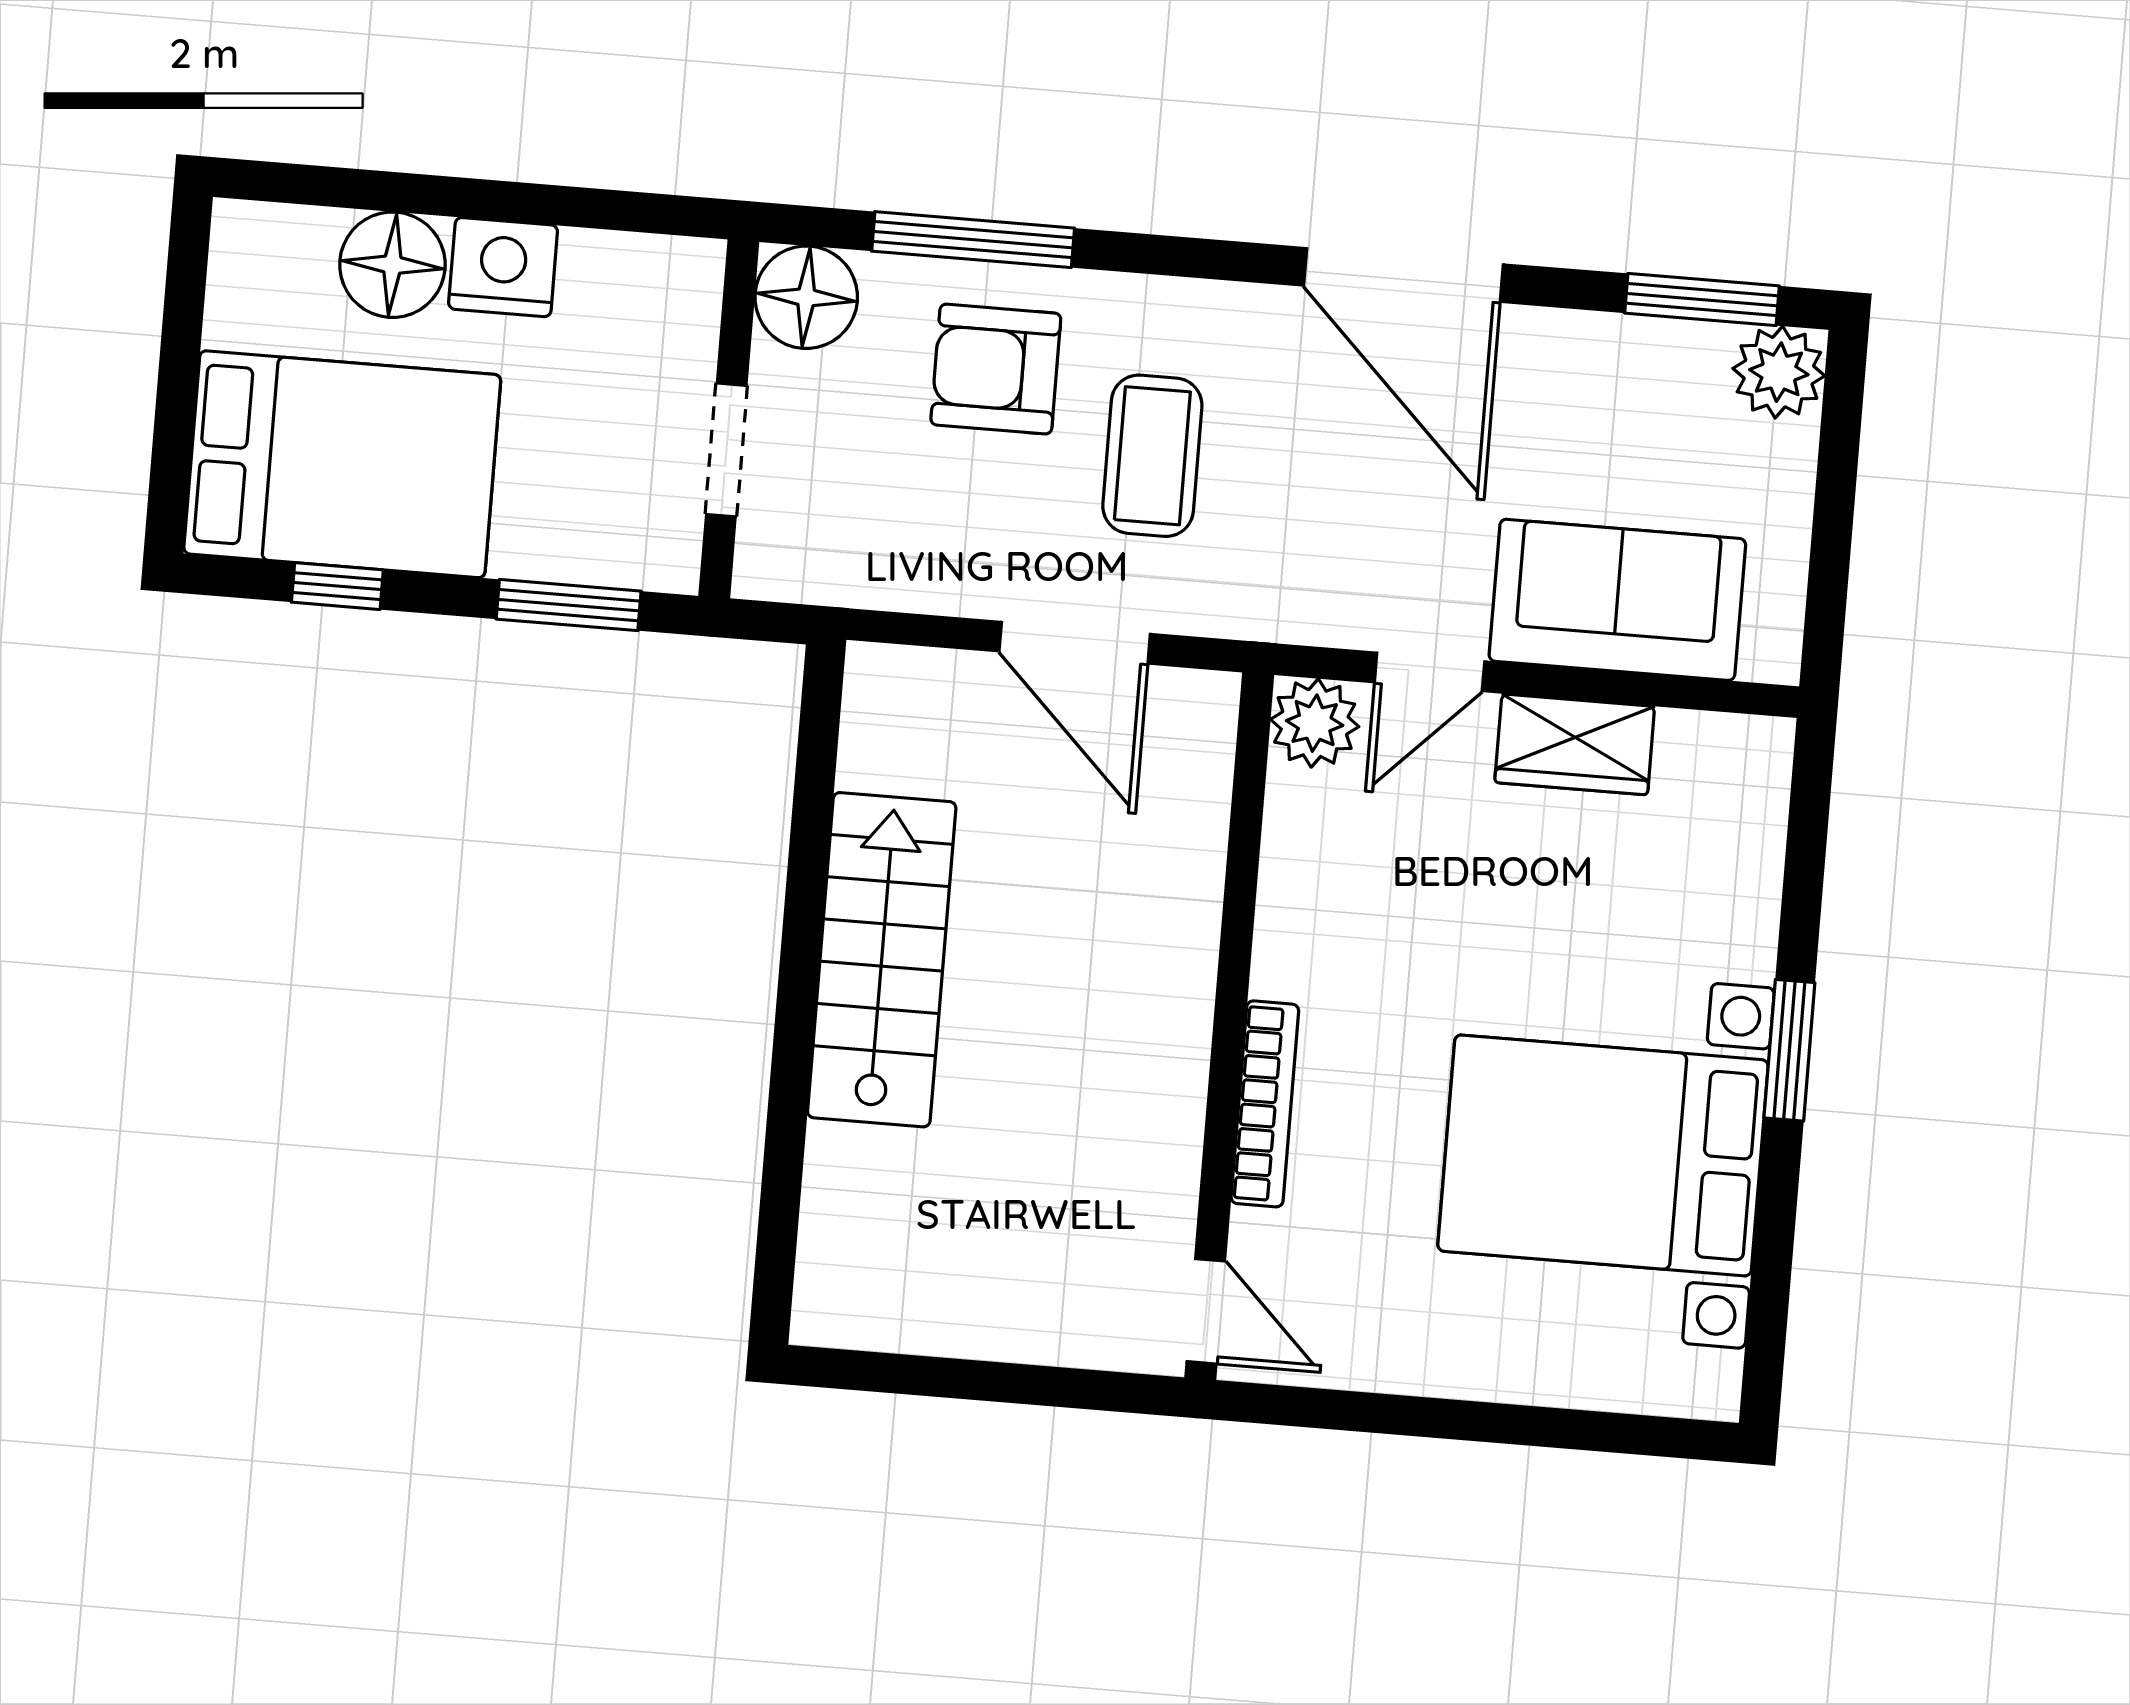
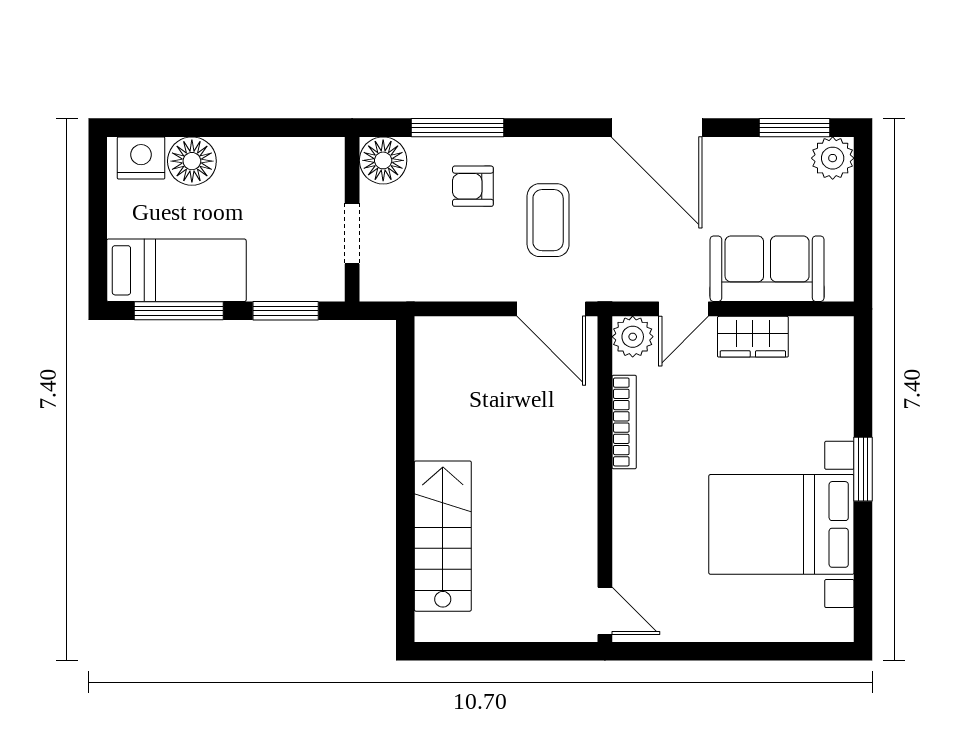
nightstand: (503, 267) -> (141, 158), moved
armchair: (996, 369) -> (473, 186), width x0.72, depth x0.72
bed: (342, 464) -> (176, 270), width x0.67
window: (337, 586) -> (179, 311), width x2.17
door: (1075, 643) -> (551, 309), moved
stairs: (882, 960) -> (443, 536), moved
bookcase: (1265, 1104) -> (624, 422), moved

